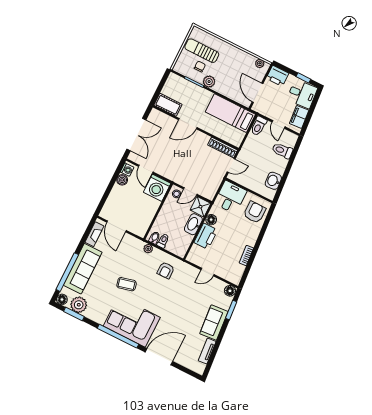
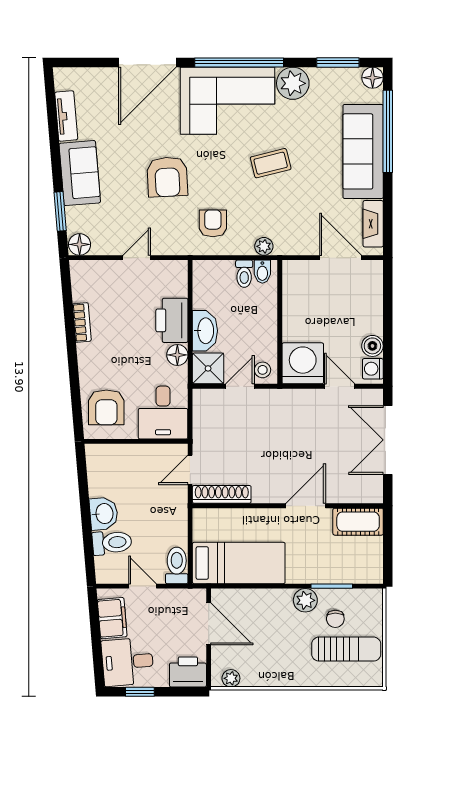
washbasin: (273, 181) -> (104, 514), moved
armchair: (176, 301) -> (167, 177), added
plant: (79, 305) -> (293, 83), moved

